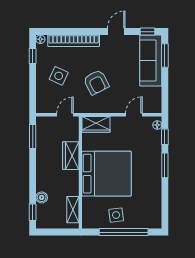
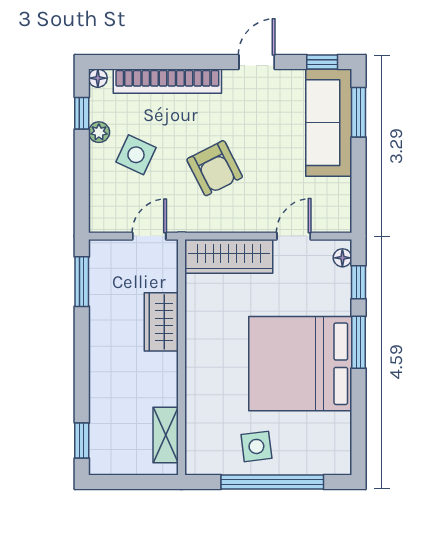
plant: (41, 65) -> (99, 132), added
wardrobe: (96, 124) -> (229, 256), width x1.50
bed: (106, 174) -> (300, 364), moved, turned 180
boiler: (42, 197) -> (100, 409), removed

